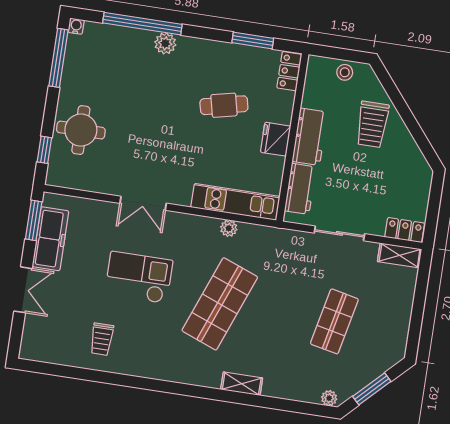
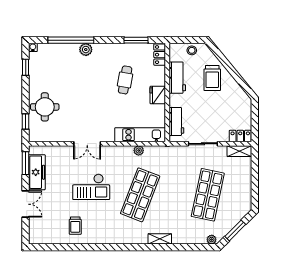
window: (58, 58) -> (26, 67), width x0.46
cafe table: (224, 105) -> (125, 80), turned -67
workbench: (310, 137) -> (177, 78), moved
checkout: (139, 278) -> (91, 187), turned 180
shop shelf: (334, 321) -> (208, 195), width x1.43, depth x1.36

